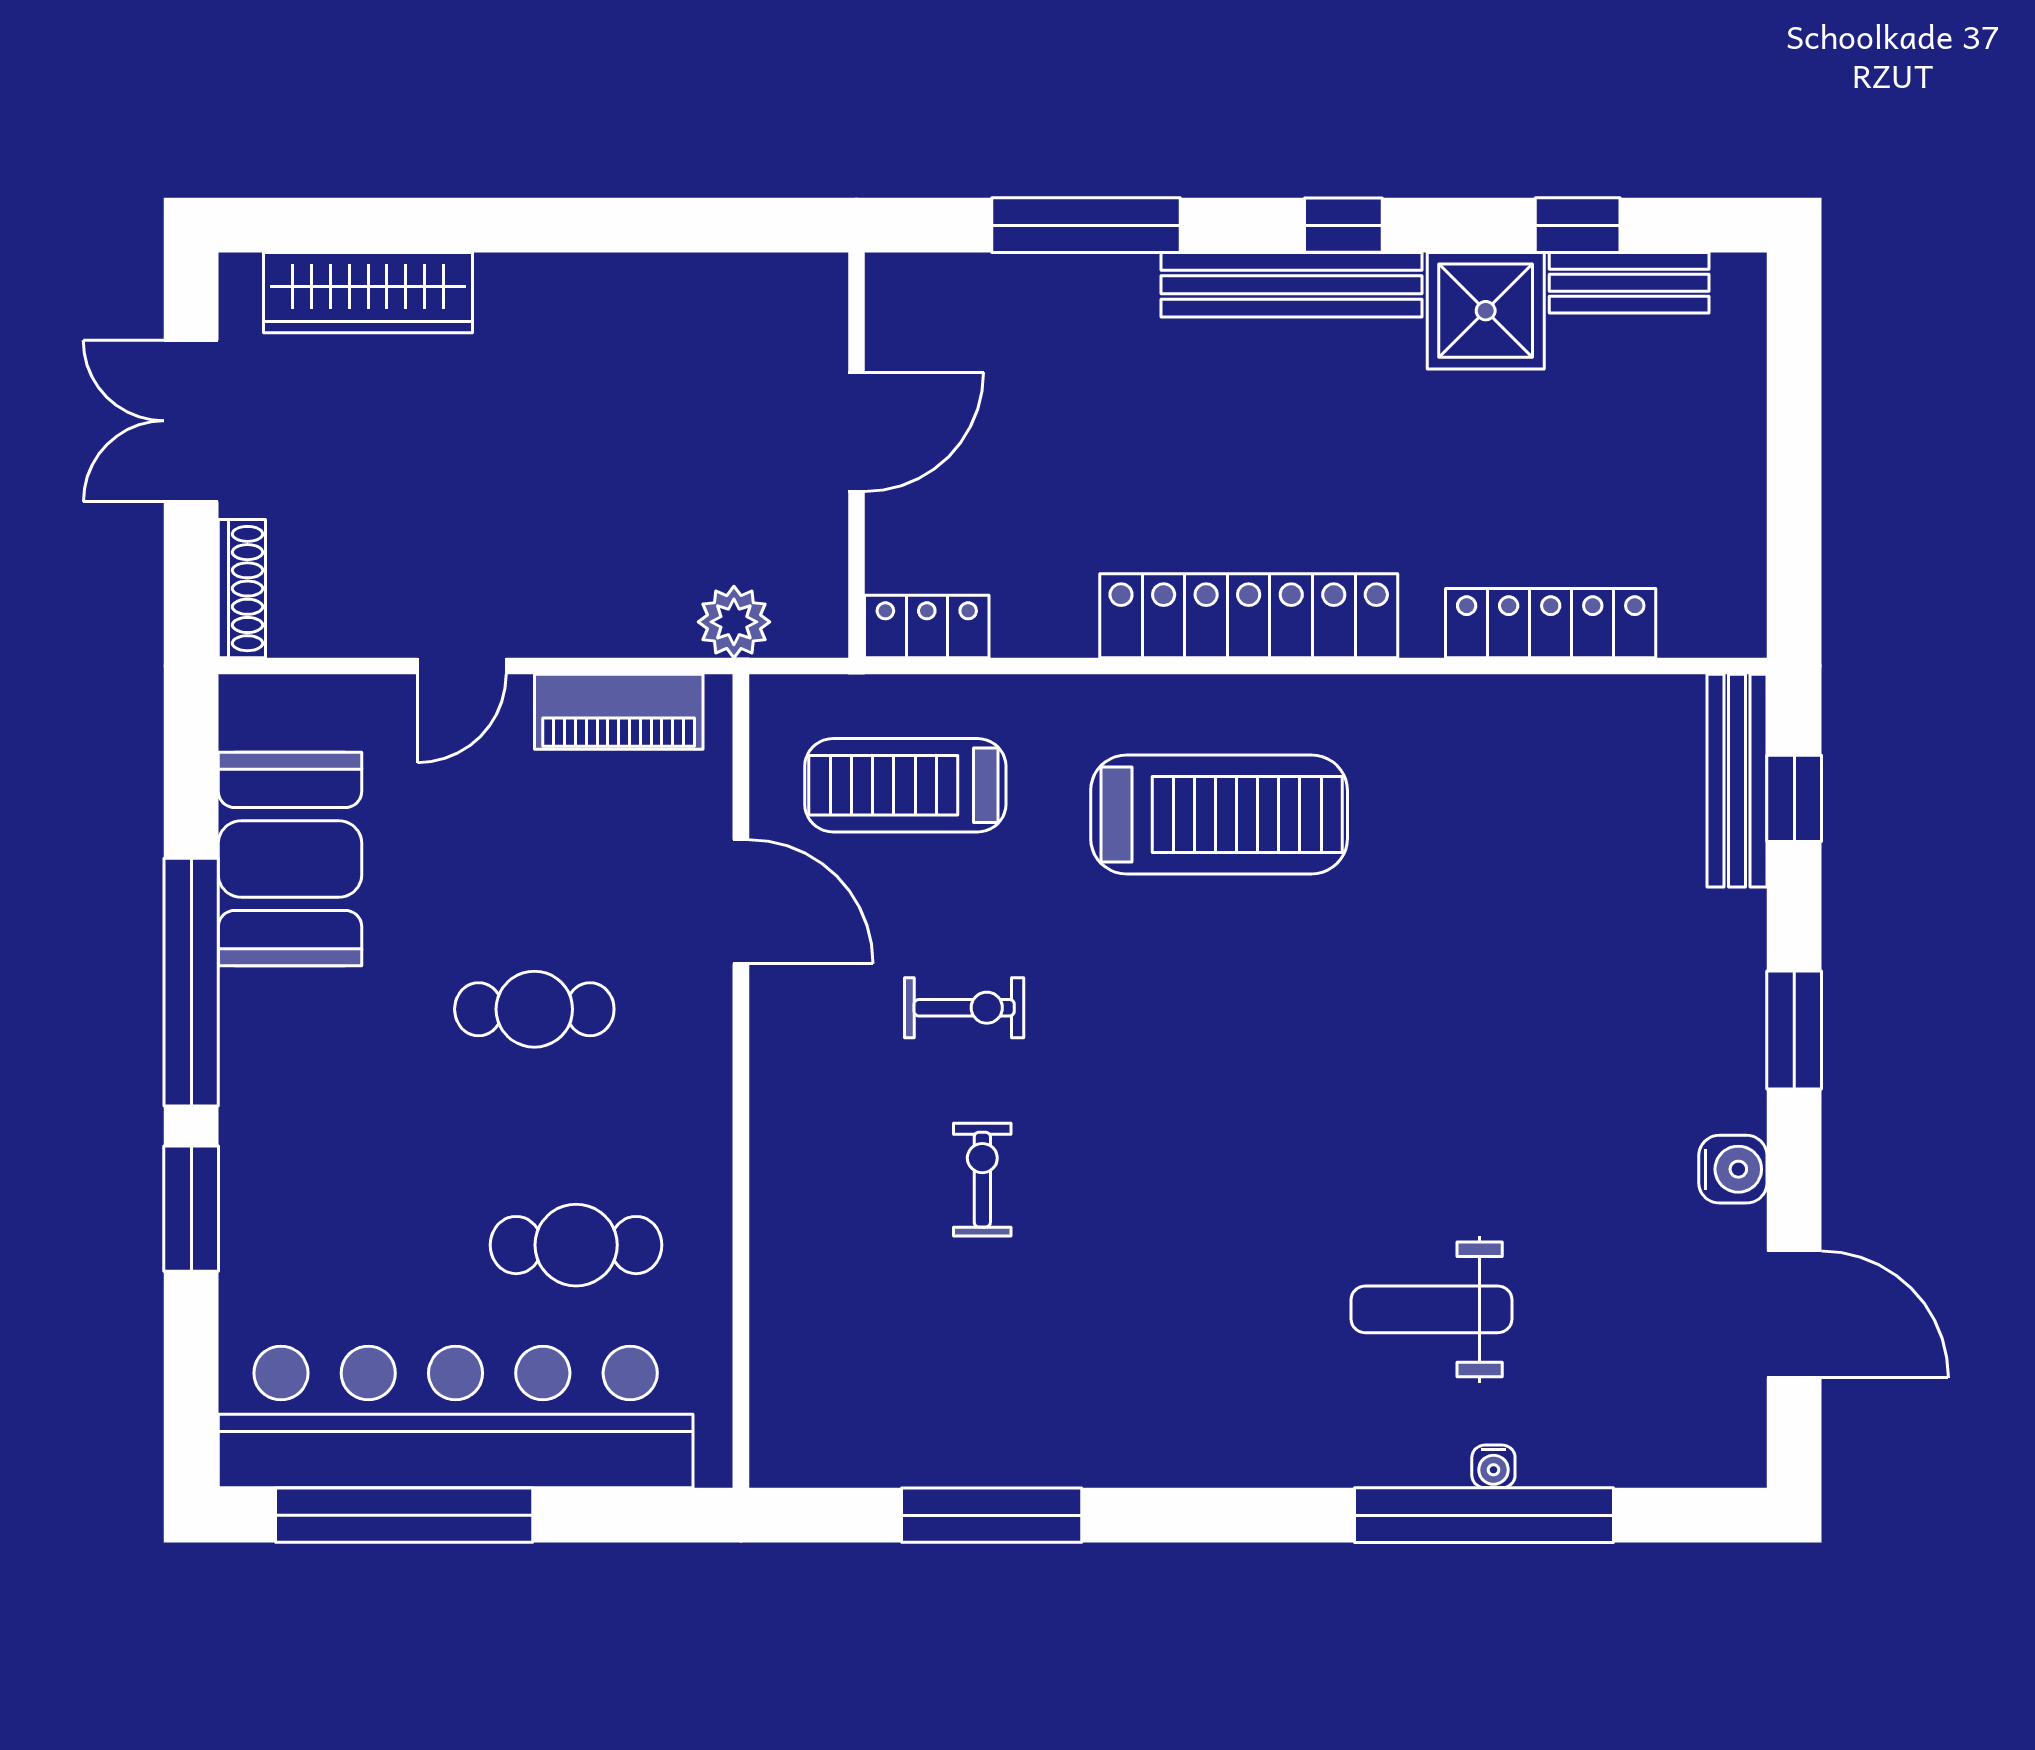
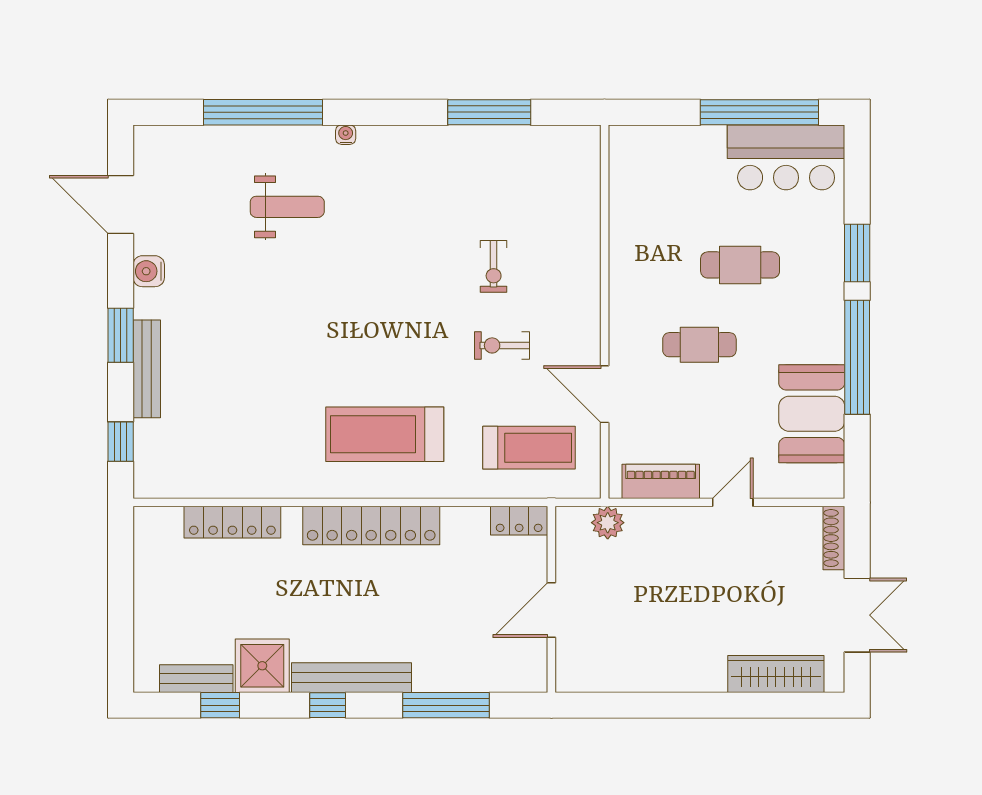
bench: (1737, 781) -> (147, 369), moved
cafe table: (576, 1245) -> (740, 265), moved
bar counter: (456, 1417) -> (786, 157), width x0.54
water cooler: (1493, 1466) -> (346, 135), moved

